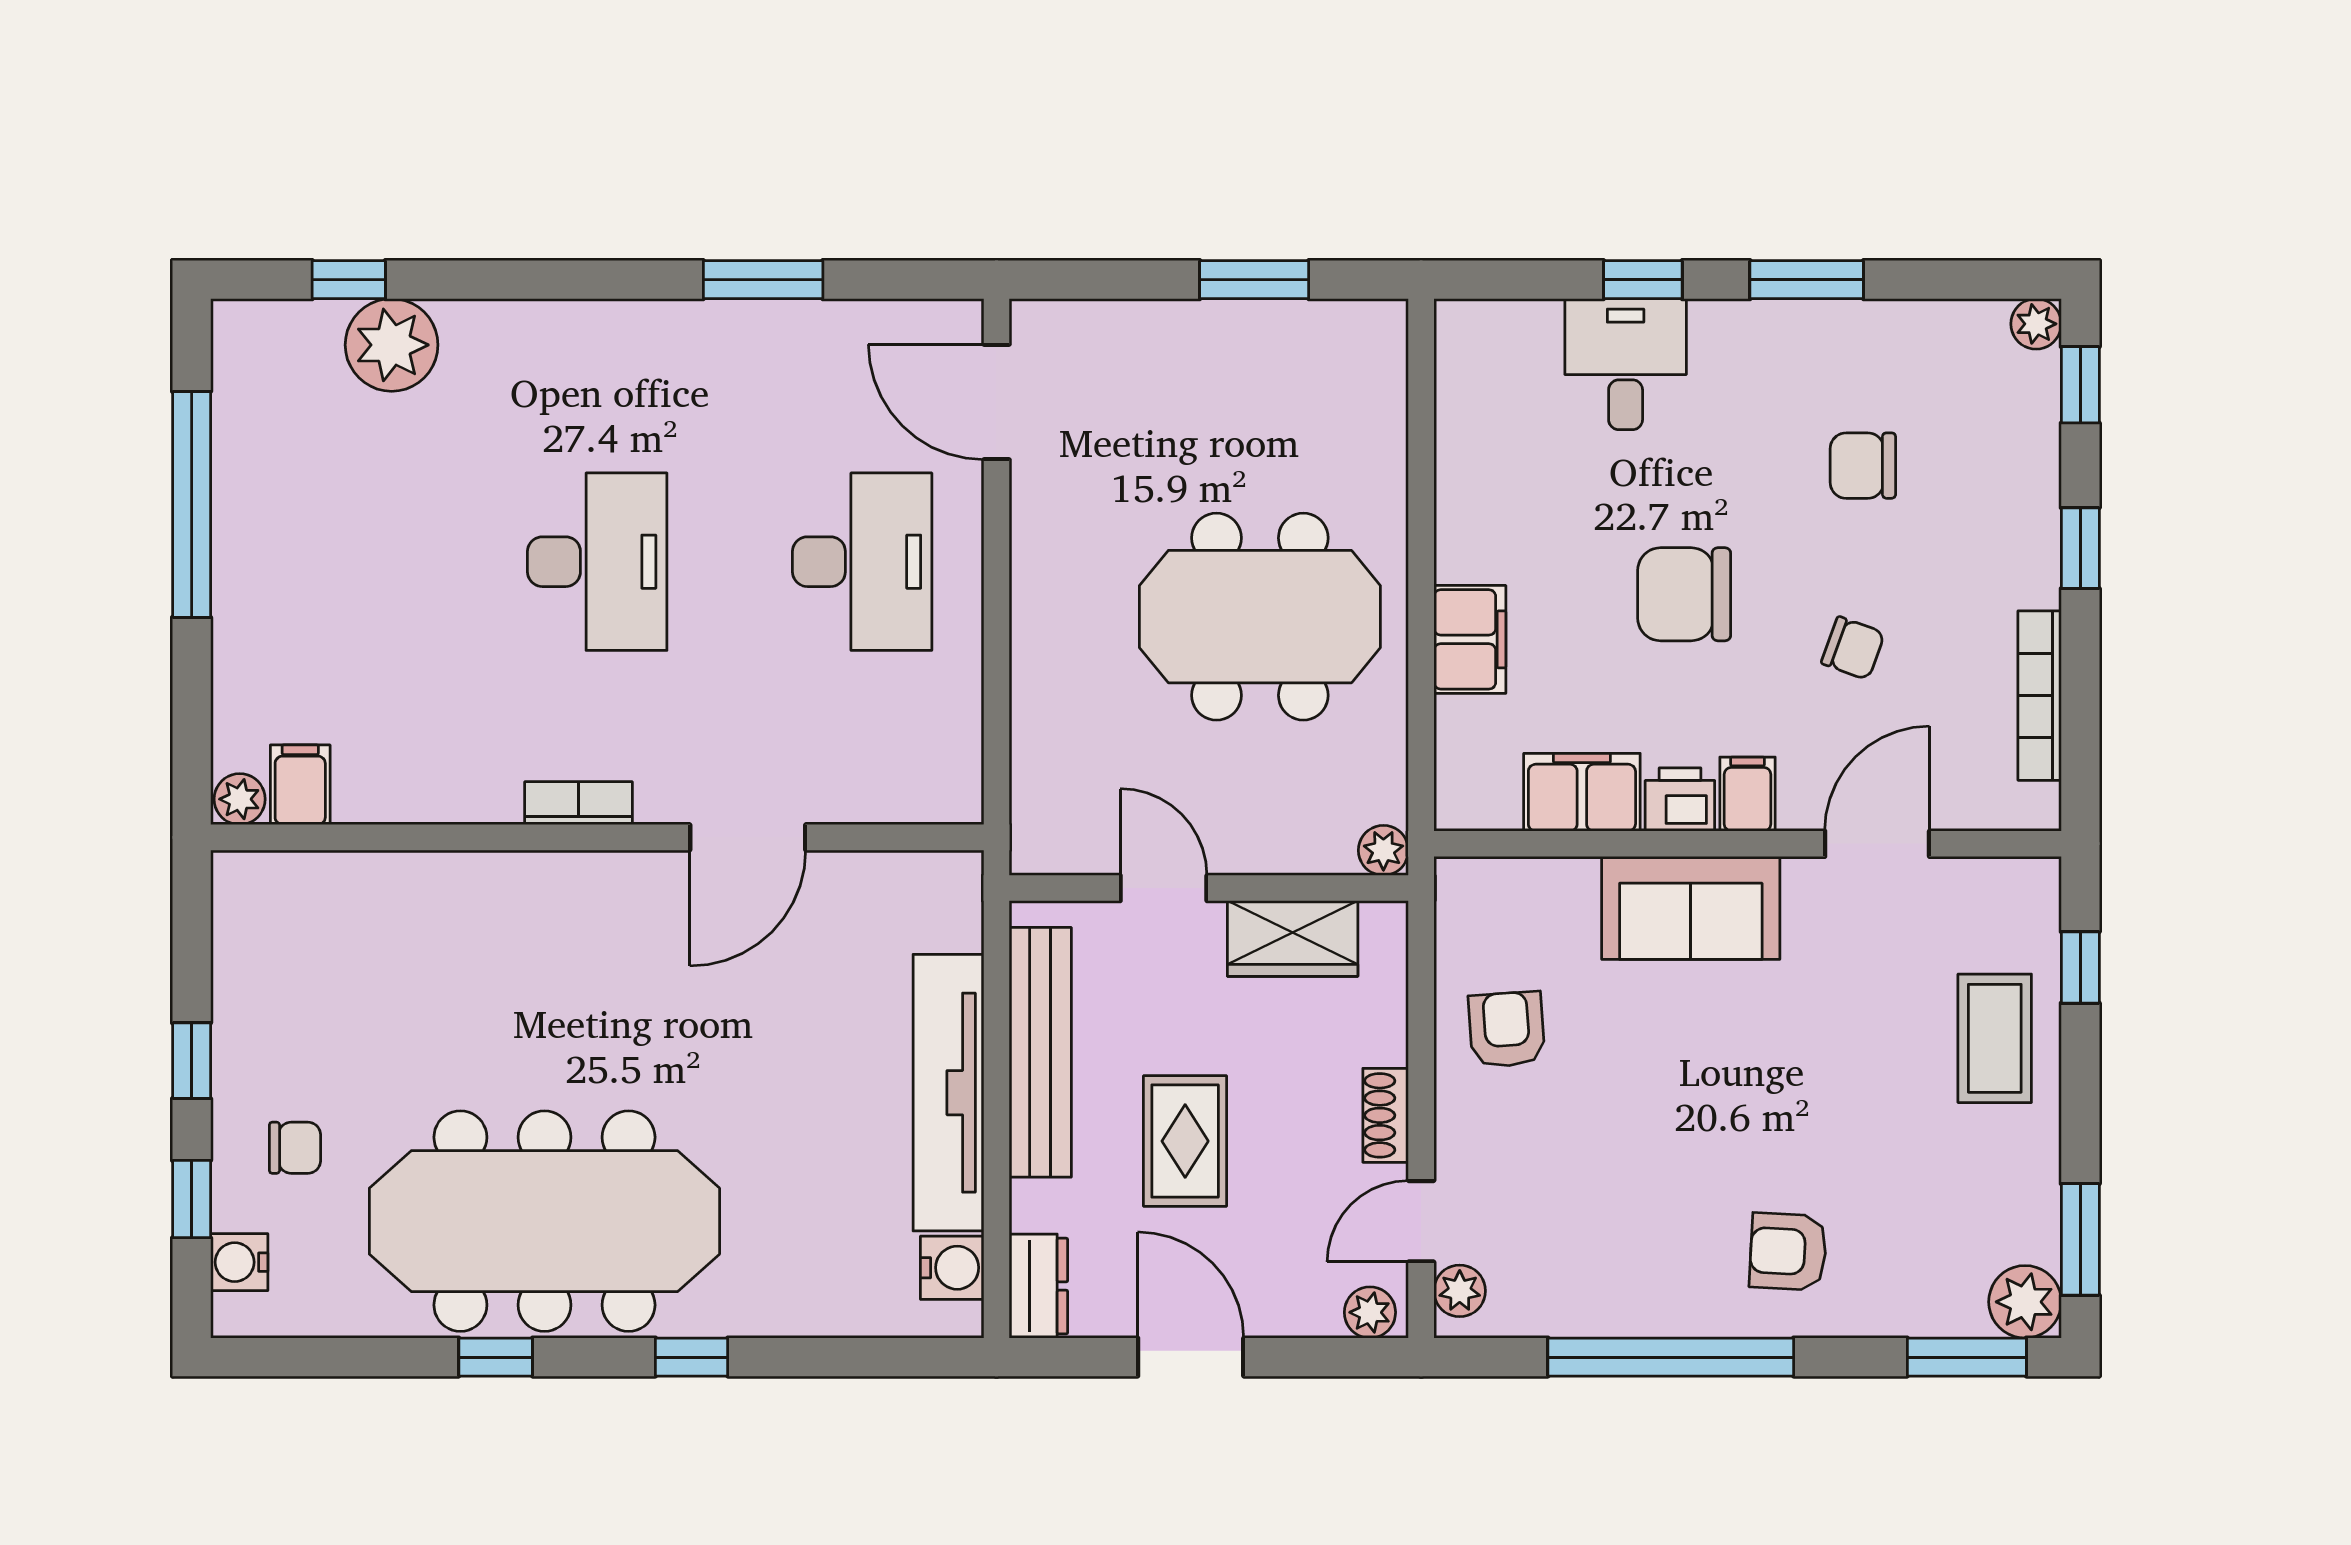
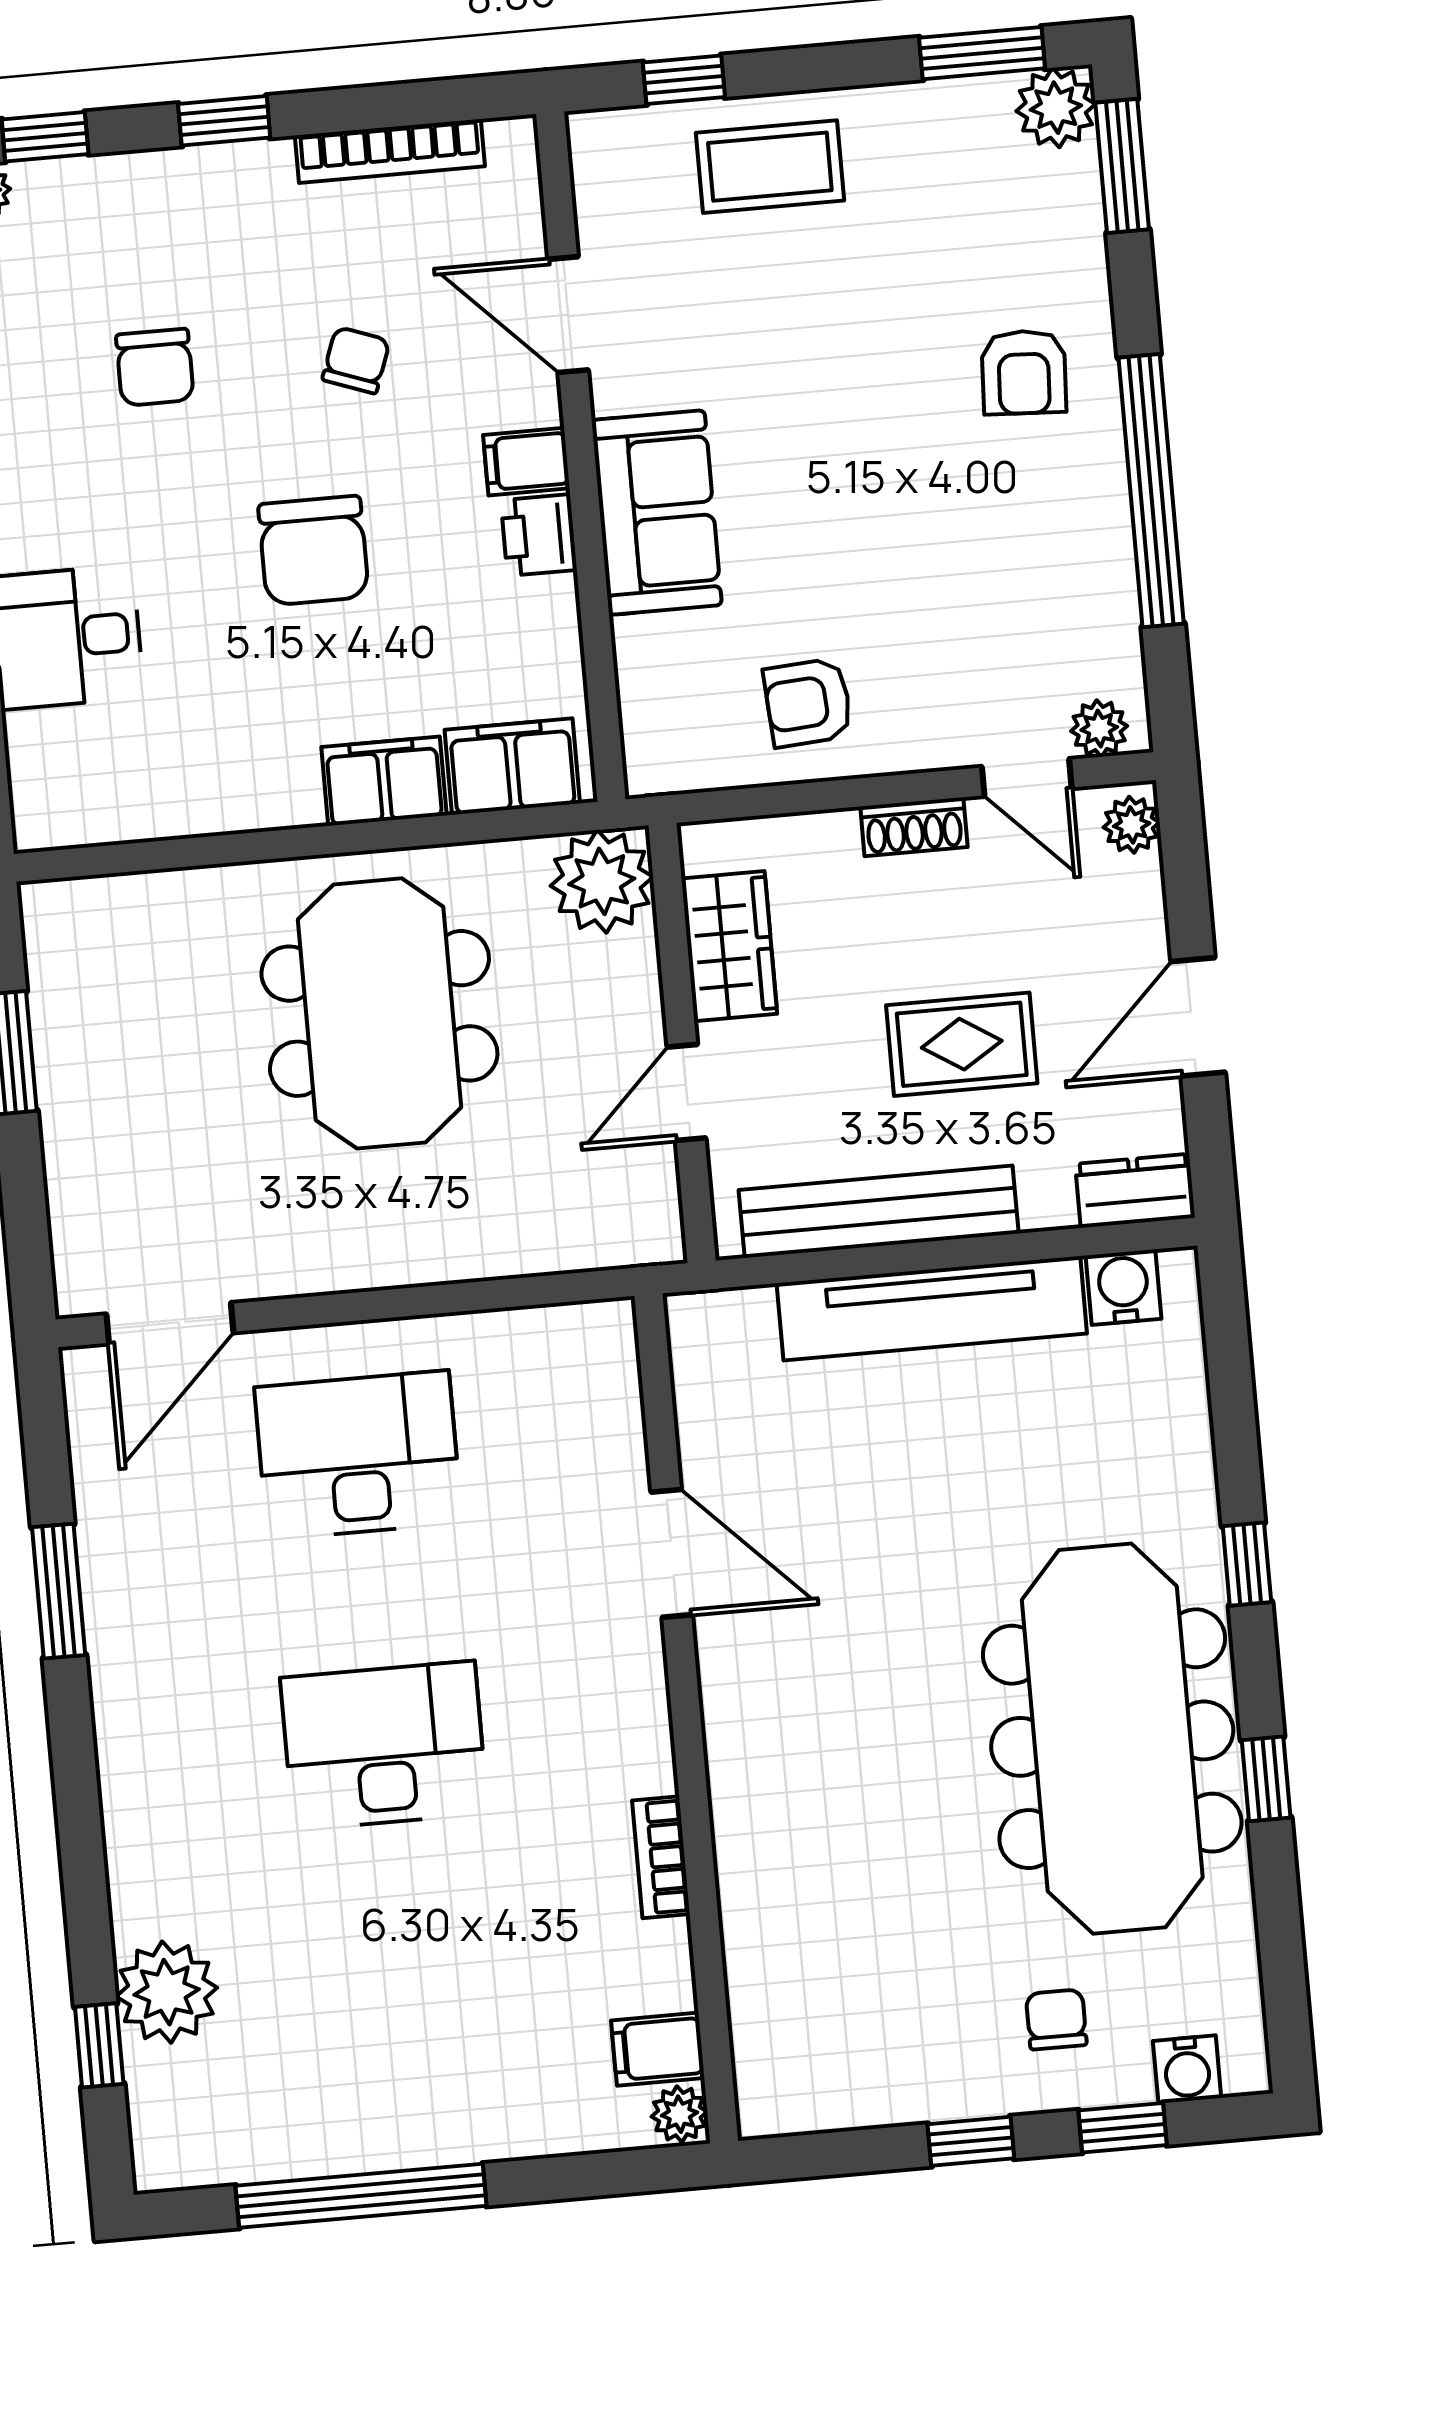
filing cabinet: (1582, 792) -> (512, 767), moved, turned 90
bookcase: (578, 803) -> (661, 1857), moved
plant: (1383, 850) -> (602, 881), width x1.88, depth x1.88

